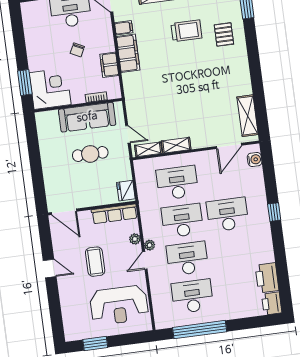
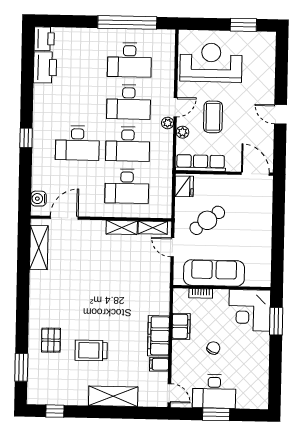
cafe table: (90, 154) -> (207, 220), moved, turned -37
coffee table: (95, 262) -> (213, 117), moved

